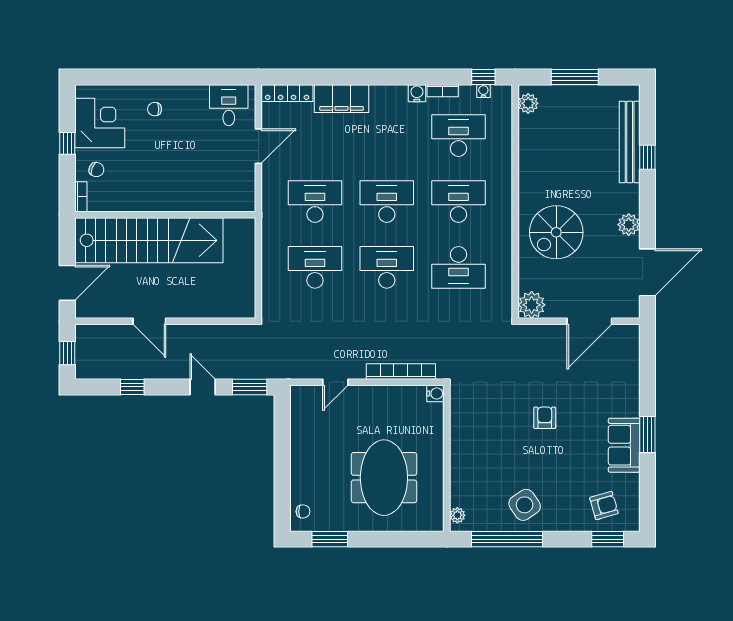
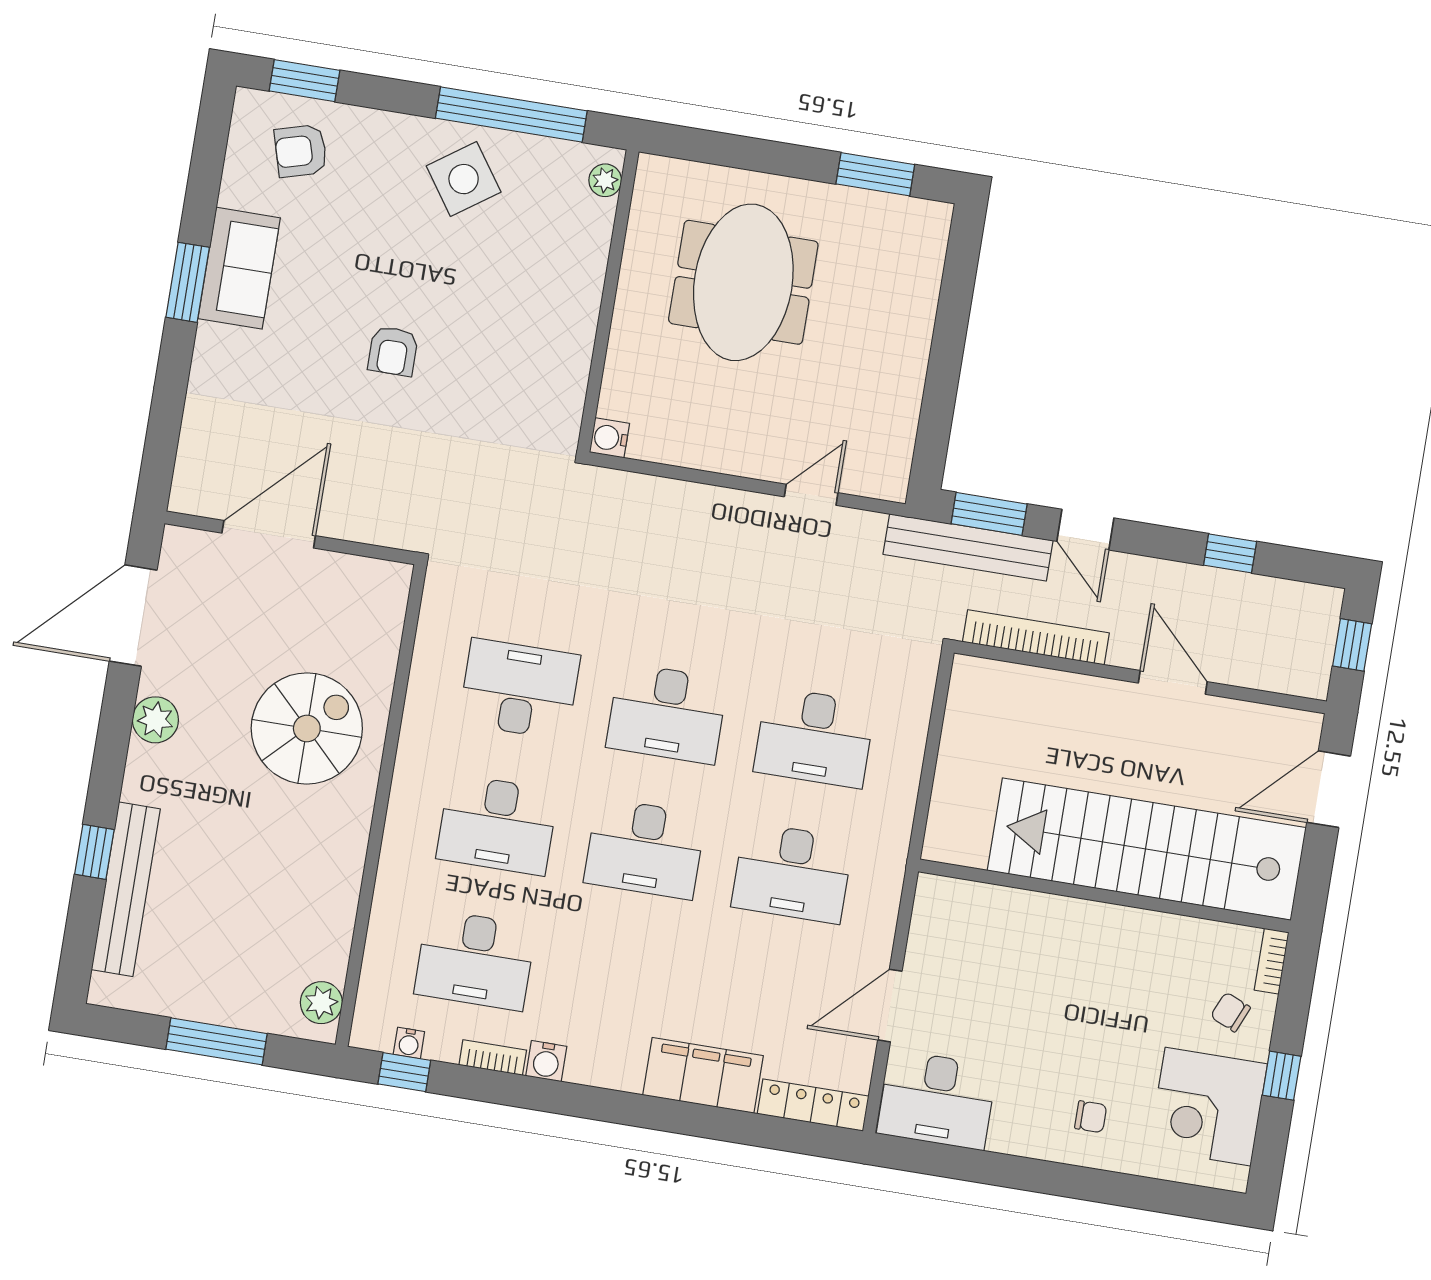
desk: (229, 105) -> (937, 1100), width x1.37
plant: (532, 305) -> (382, 588), removed
bench: (257, 369) -> (968, 547), added
bookcase: (401, 372) -> (1036, 637), moved, turned 180
chair: (303, 511) -> (921, 240), removed

